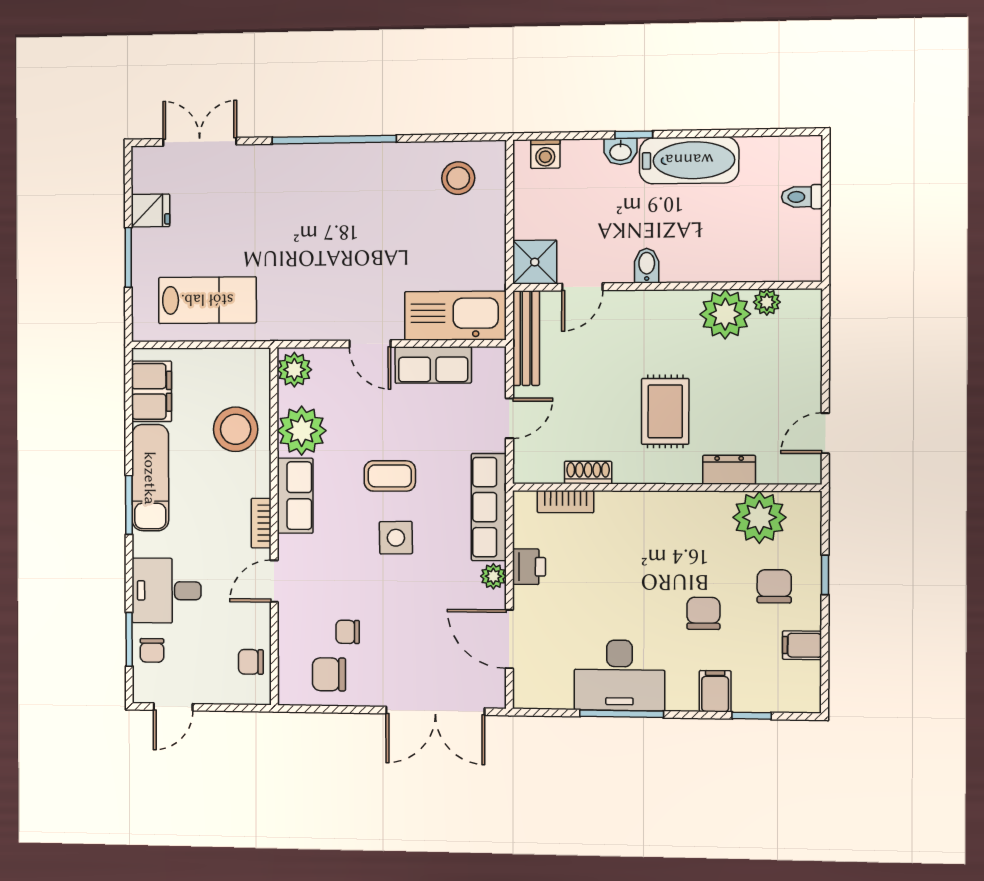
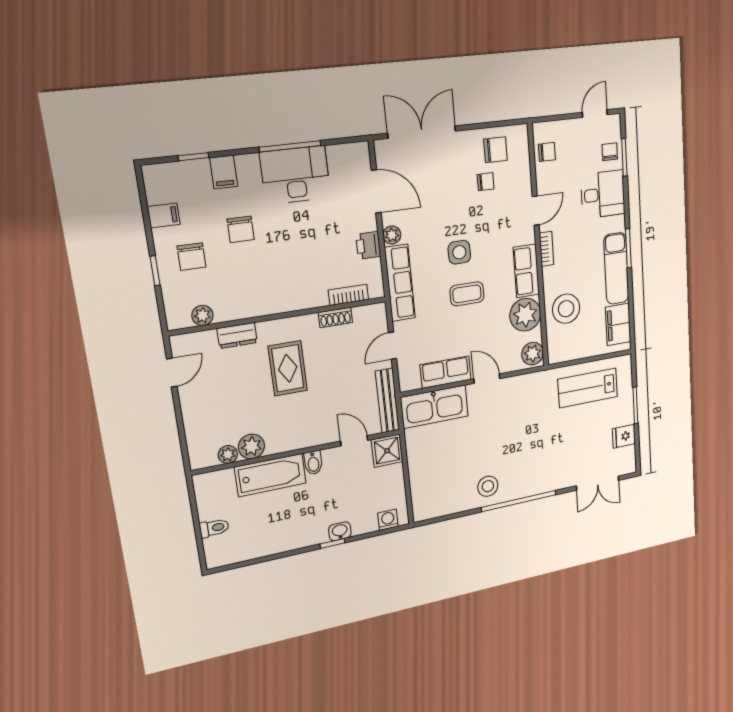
bathtub: (689, 160) -> (271, 475), moved, turned 180
stool: (458, 178) -> (488, 486), moved
door: (582, 287) -> (354, 441), hinge flipped
plant: (725, 314) -> (251, 446), width x0.73, depth x0.73
plant: (759, 517) -> (202, 315), width x0.53, depth x0.53

